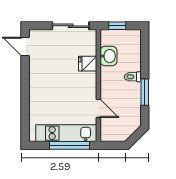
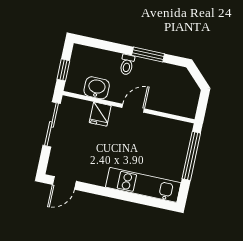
door: (98, 108) -> (133, 108), moved
kitchen unit: (66, 133) -> (143, 185), moved, turned 90

